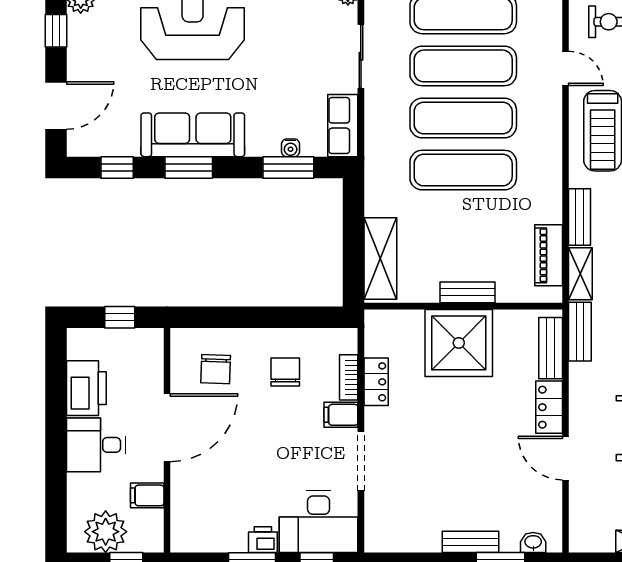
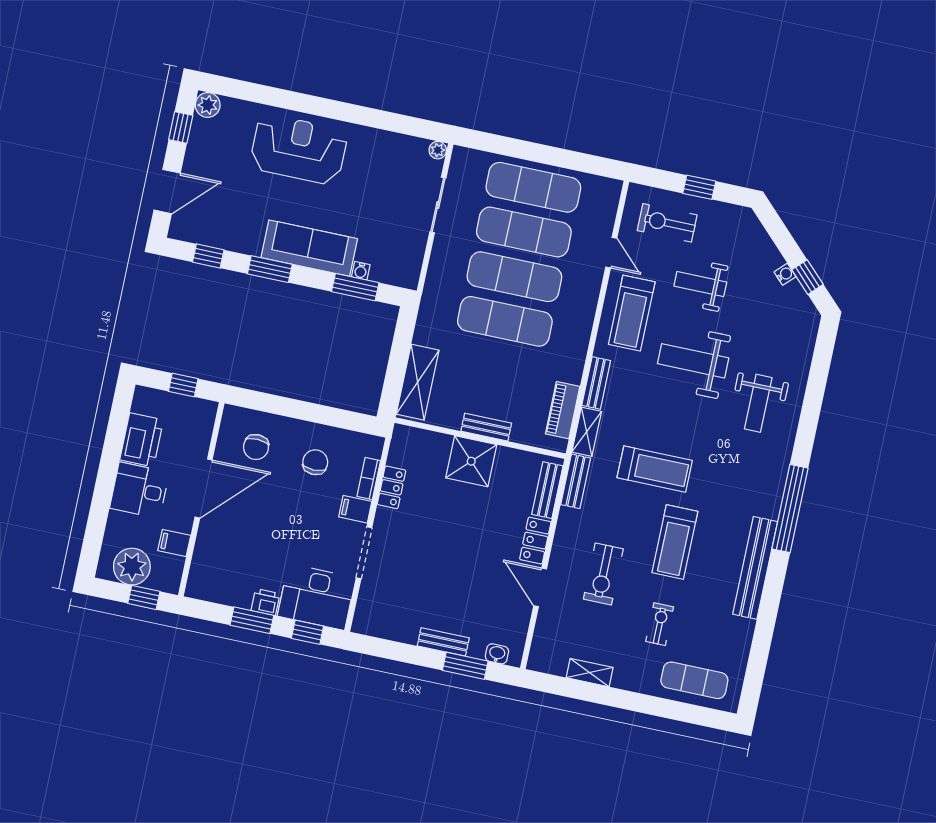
row of seats: (343, 126) -> (410, 261), removed
sofa: (193, 135) -> (309, 248), moved
shower: (459, 343) -> (471, 461), width x0.73, depth x0.73

